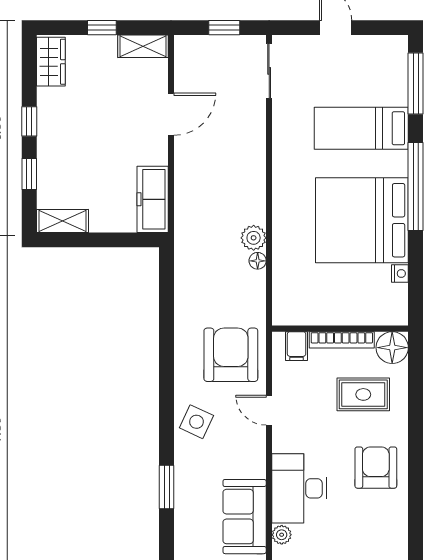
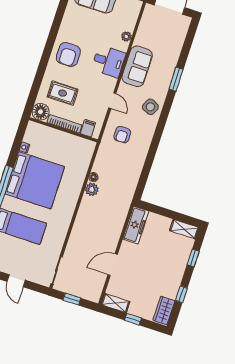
window: (29, 121) -> (181, 294), moved
armchair: (231, 355) -> (122, 135), width x0.53, depth x0.53
desk: (299, 488) -> (108, 61), width x0.73
sofa: (245, 517) -> (137, 66), moved

